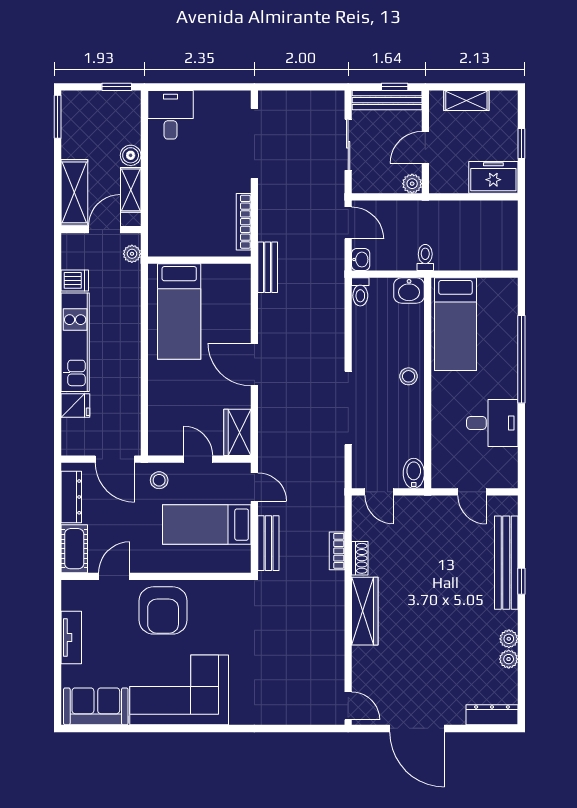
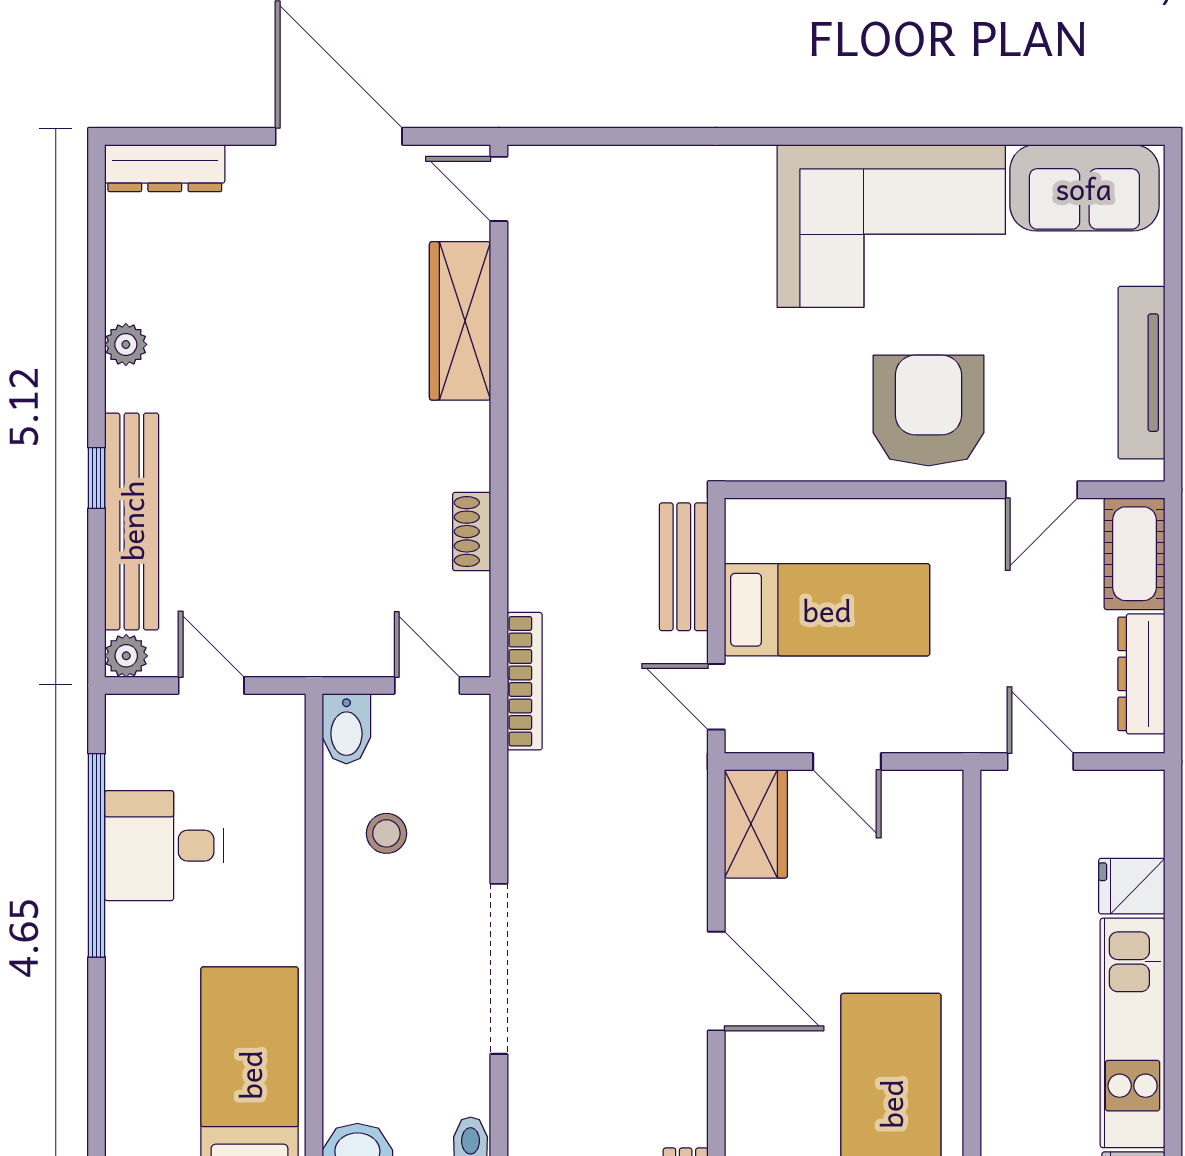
window: (521, 359) -> (97, 855), moved
stool: (409, 376) -> (386, 833), moved
doorway: (348, 408) -> (499, 969), moved
door: (115, 459) -> (1040, 762), width x0.73
stool: (159, 480) -> (937, 713), removed
bookcase: (337, 551) -> (525, 681), moved, width x1.56
wardrobe: (365, 611) -> (460, 321), moved
tv unit: (71, 638) -> (1141, 373), width x1.41
plant: (509, 659) -> (126, 656), moved

